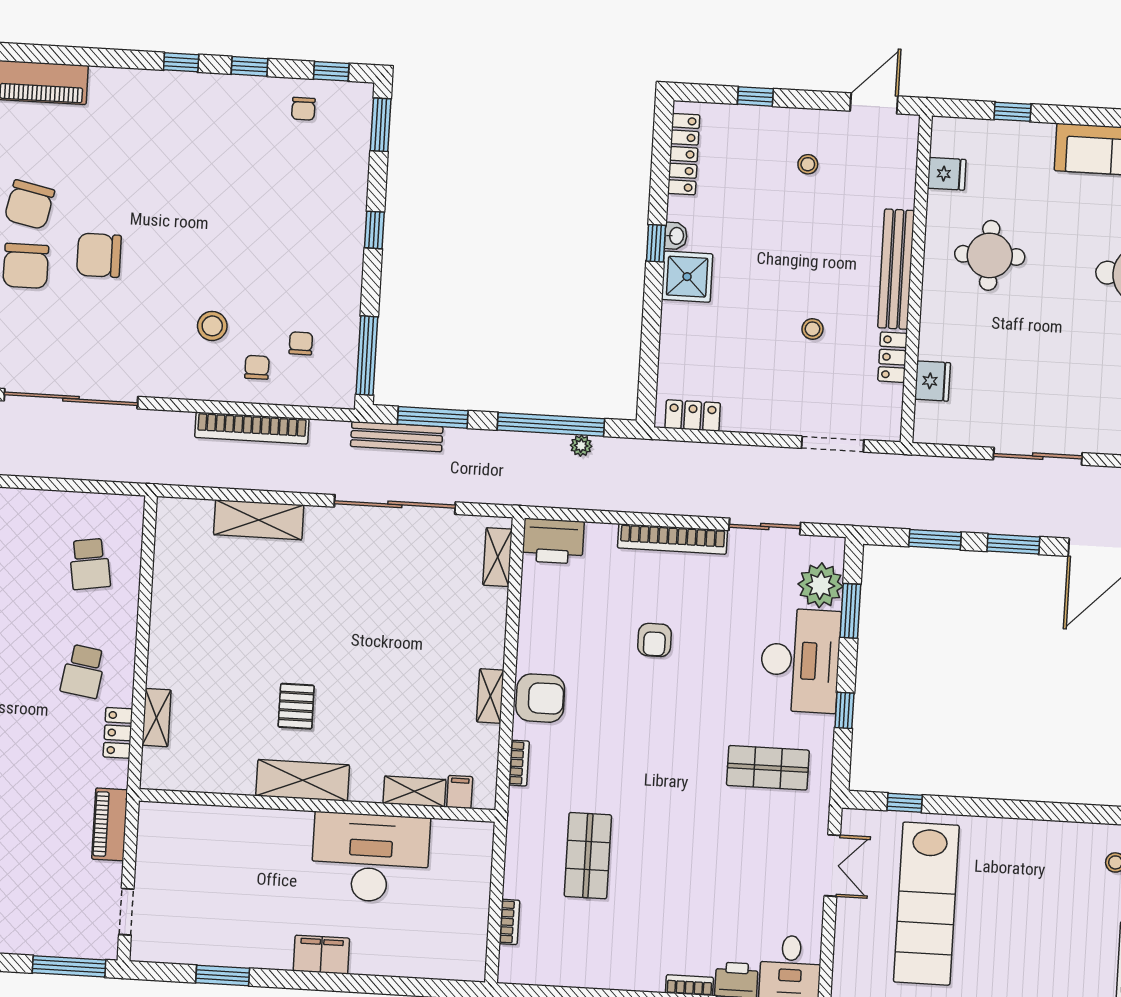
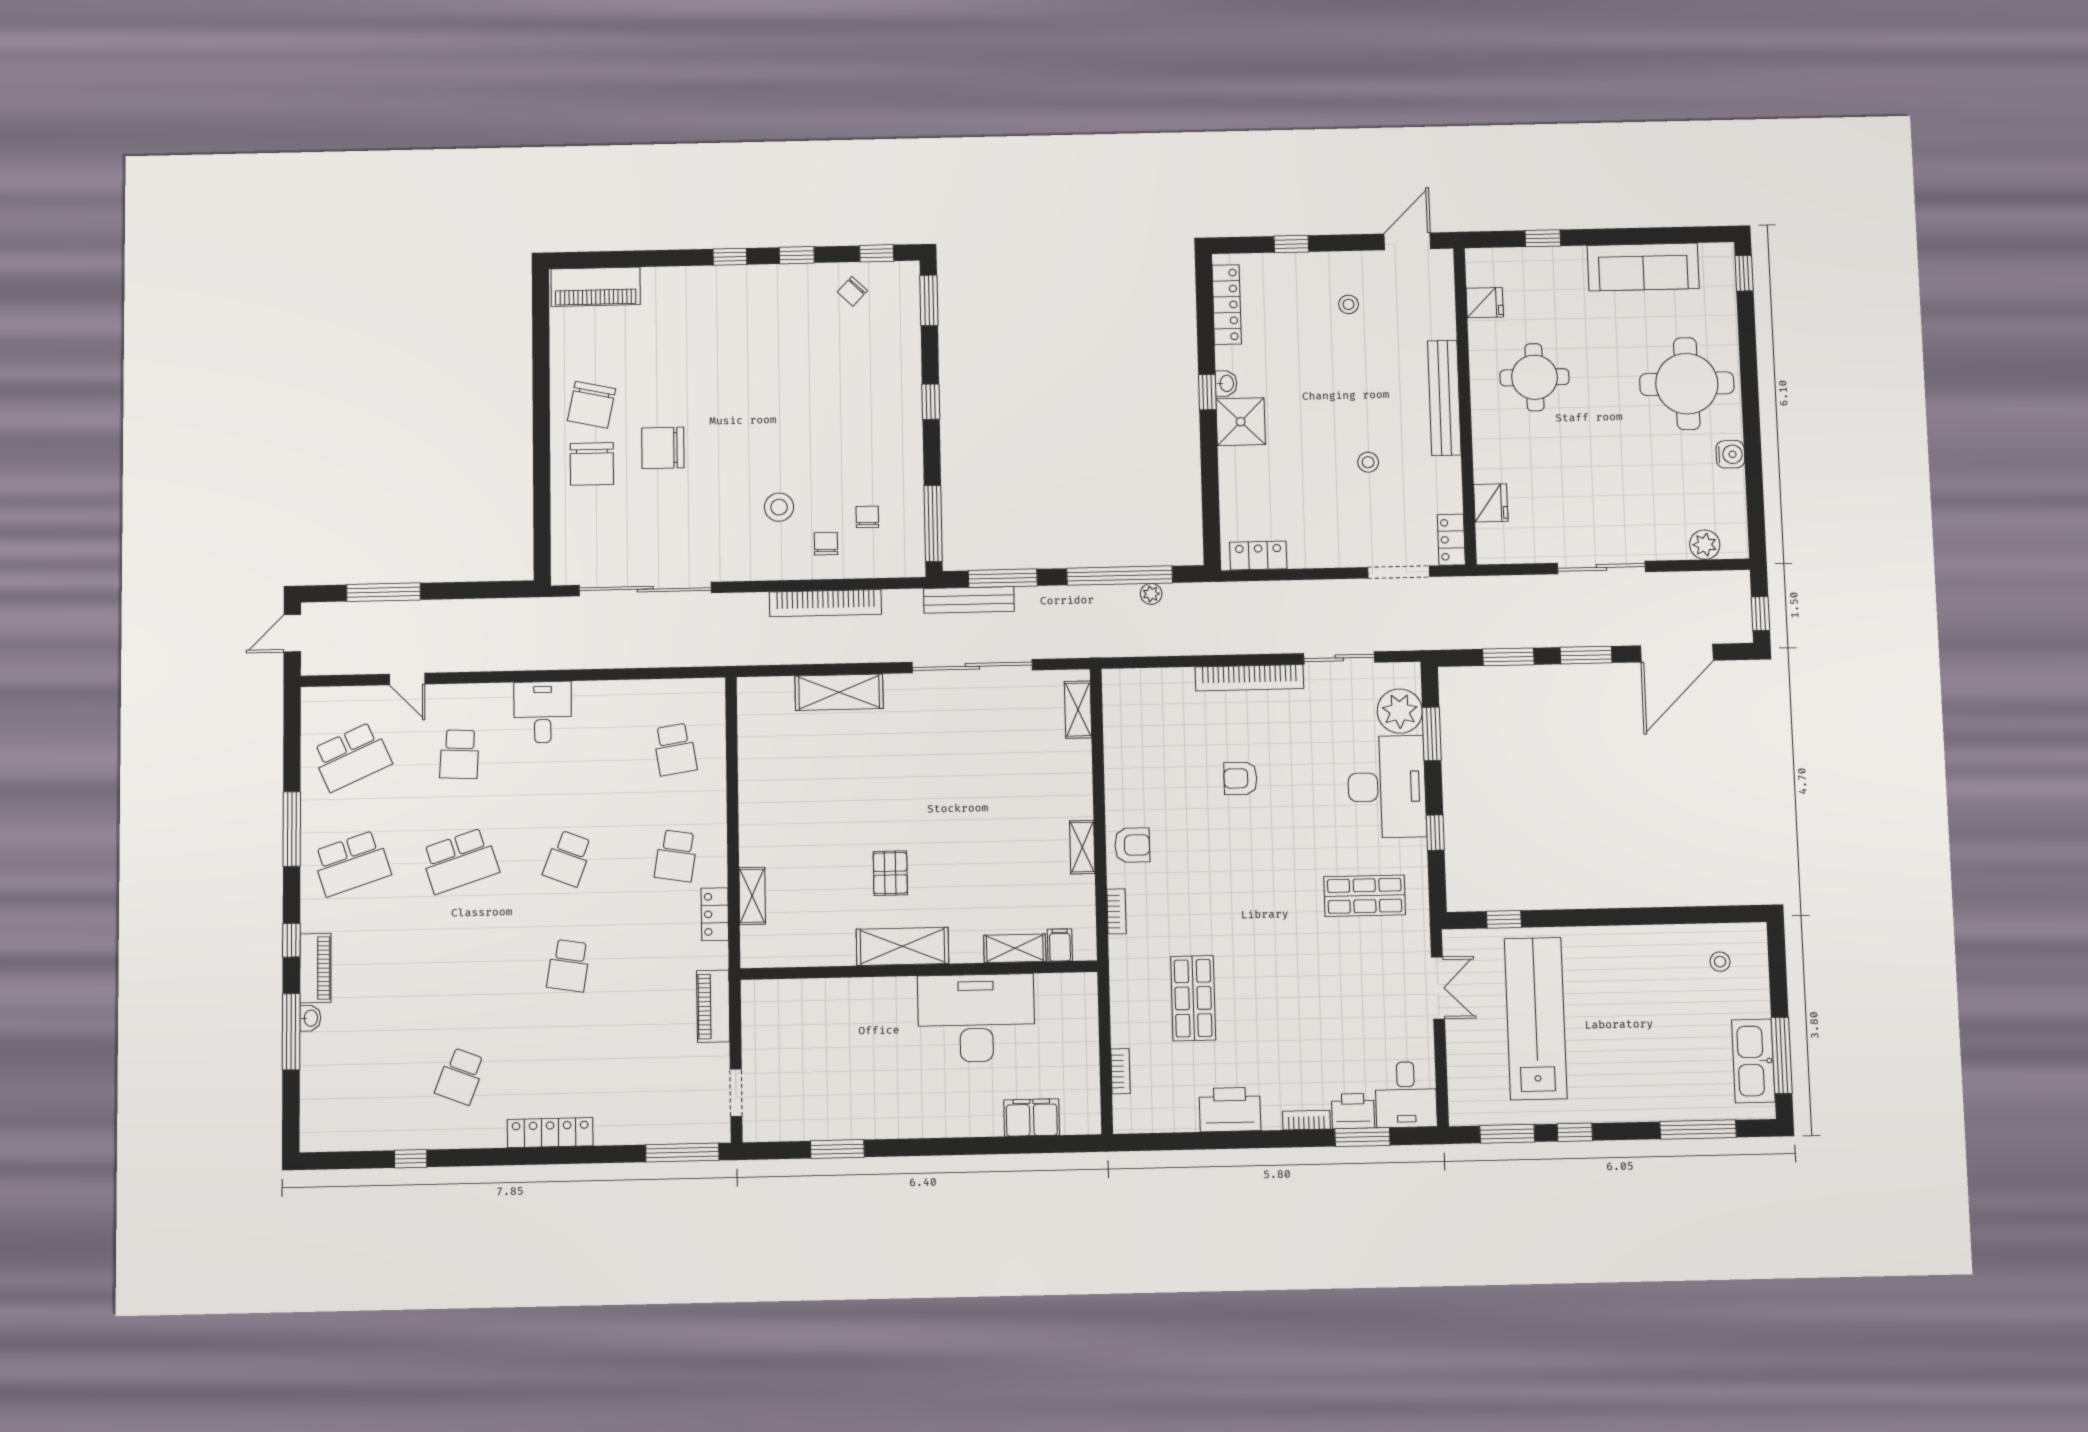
chair: (303, 109) -> (852, 291), turned 44
locker: (893, 357) -> (1451, 540), moved
printer: (553, 541) -> (1230, 1110), moved, turned 180
armchair: (654, 640) -> (1240, 778), turned 90
armchair: (540, 698) -> (1132, 845), width x0.72, depth x0.72
lab bench: (926, 904) -> (1536, 1018), turned 180
filing cabinet: (321, 955) -> (1032, 1118), moved

